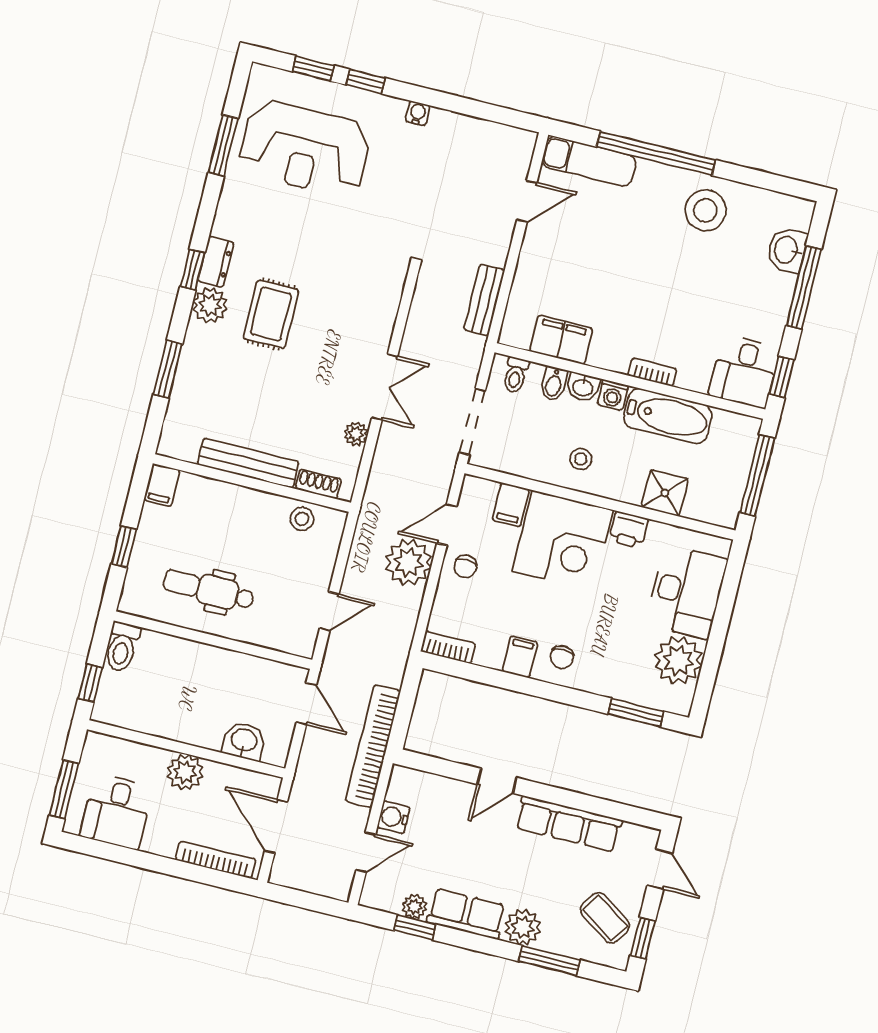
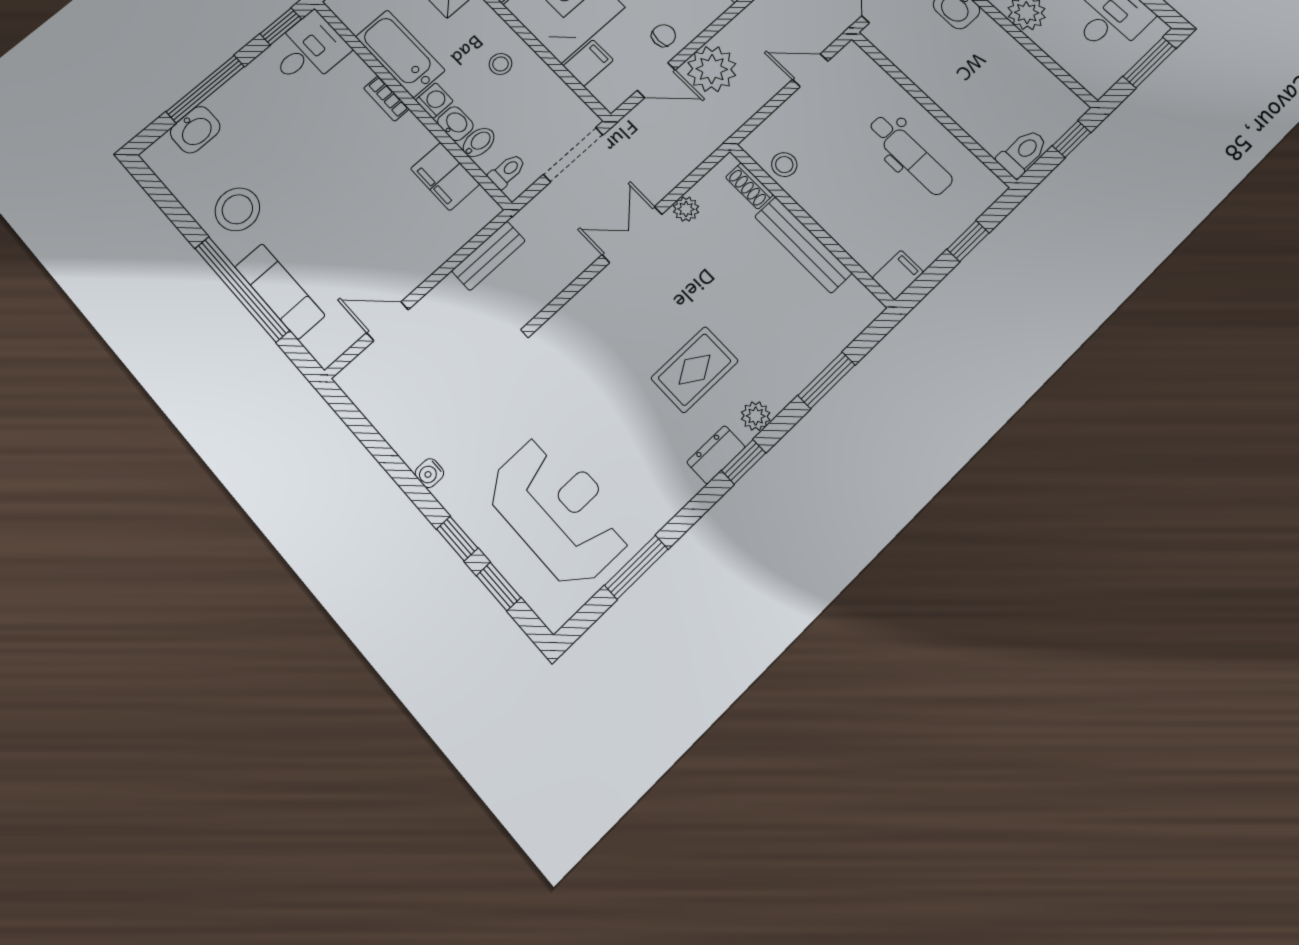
exam couch: (589, 161) -> (280, 291), moved
plant: (210, 305) -> (756, 416), width x0.73, depth x0.73

